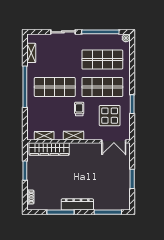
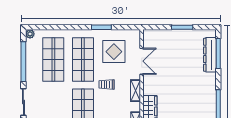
double door: (114, 141) -> (142, 61), moved
dresser: (77, 204) -> (210, 55), moved

